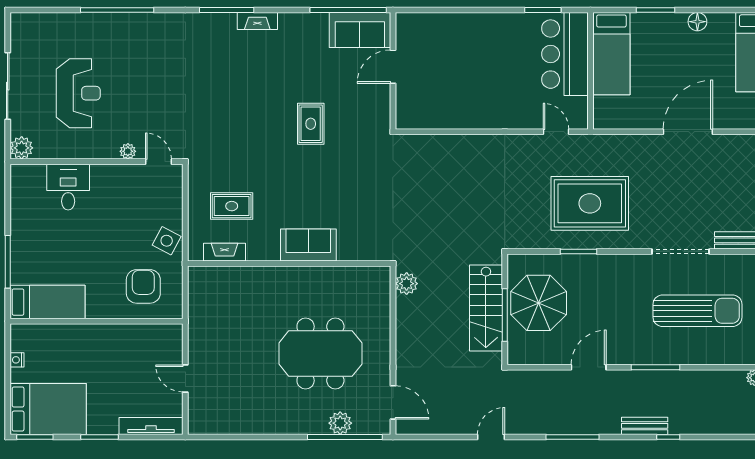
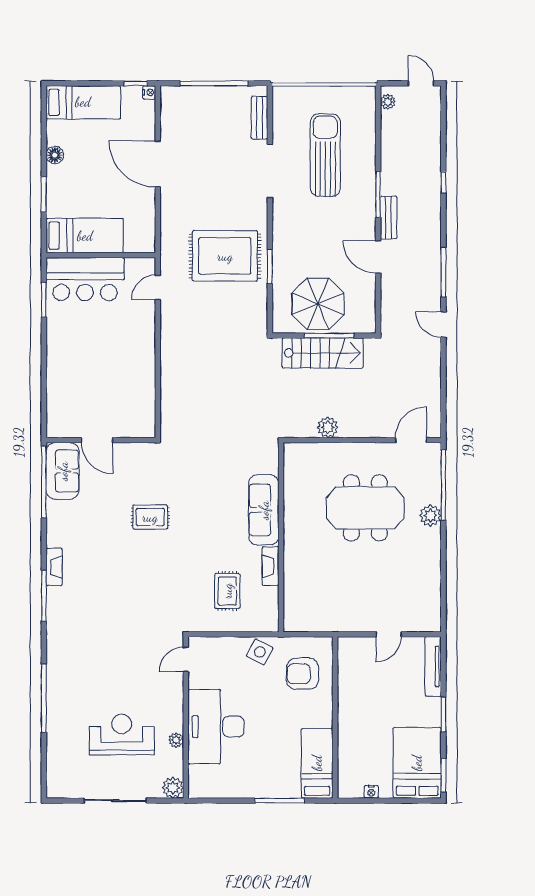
plant: (128, 151) -> (176, 740), moved
desk: (68, 187) -> (216, 727), width x1.87, depth x1.30
rug: (590, 203) -> (225, 256), turned 90
sofa: (308, 245) -> (264, 510), width x1.36
fireplace: (224, 252) -> (270, 566), moved
plant: (407, 284) -> (328, 427), moved
meeting table: (320, 354) -> (365, 508), turned 90
plant: (340, 423) -> (430, 516), moved
bench: (645, 426) -> (389, 218), moved
door: (491, 437) -> (443, 324), moved

